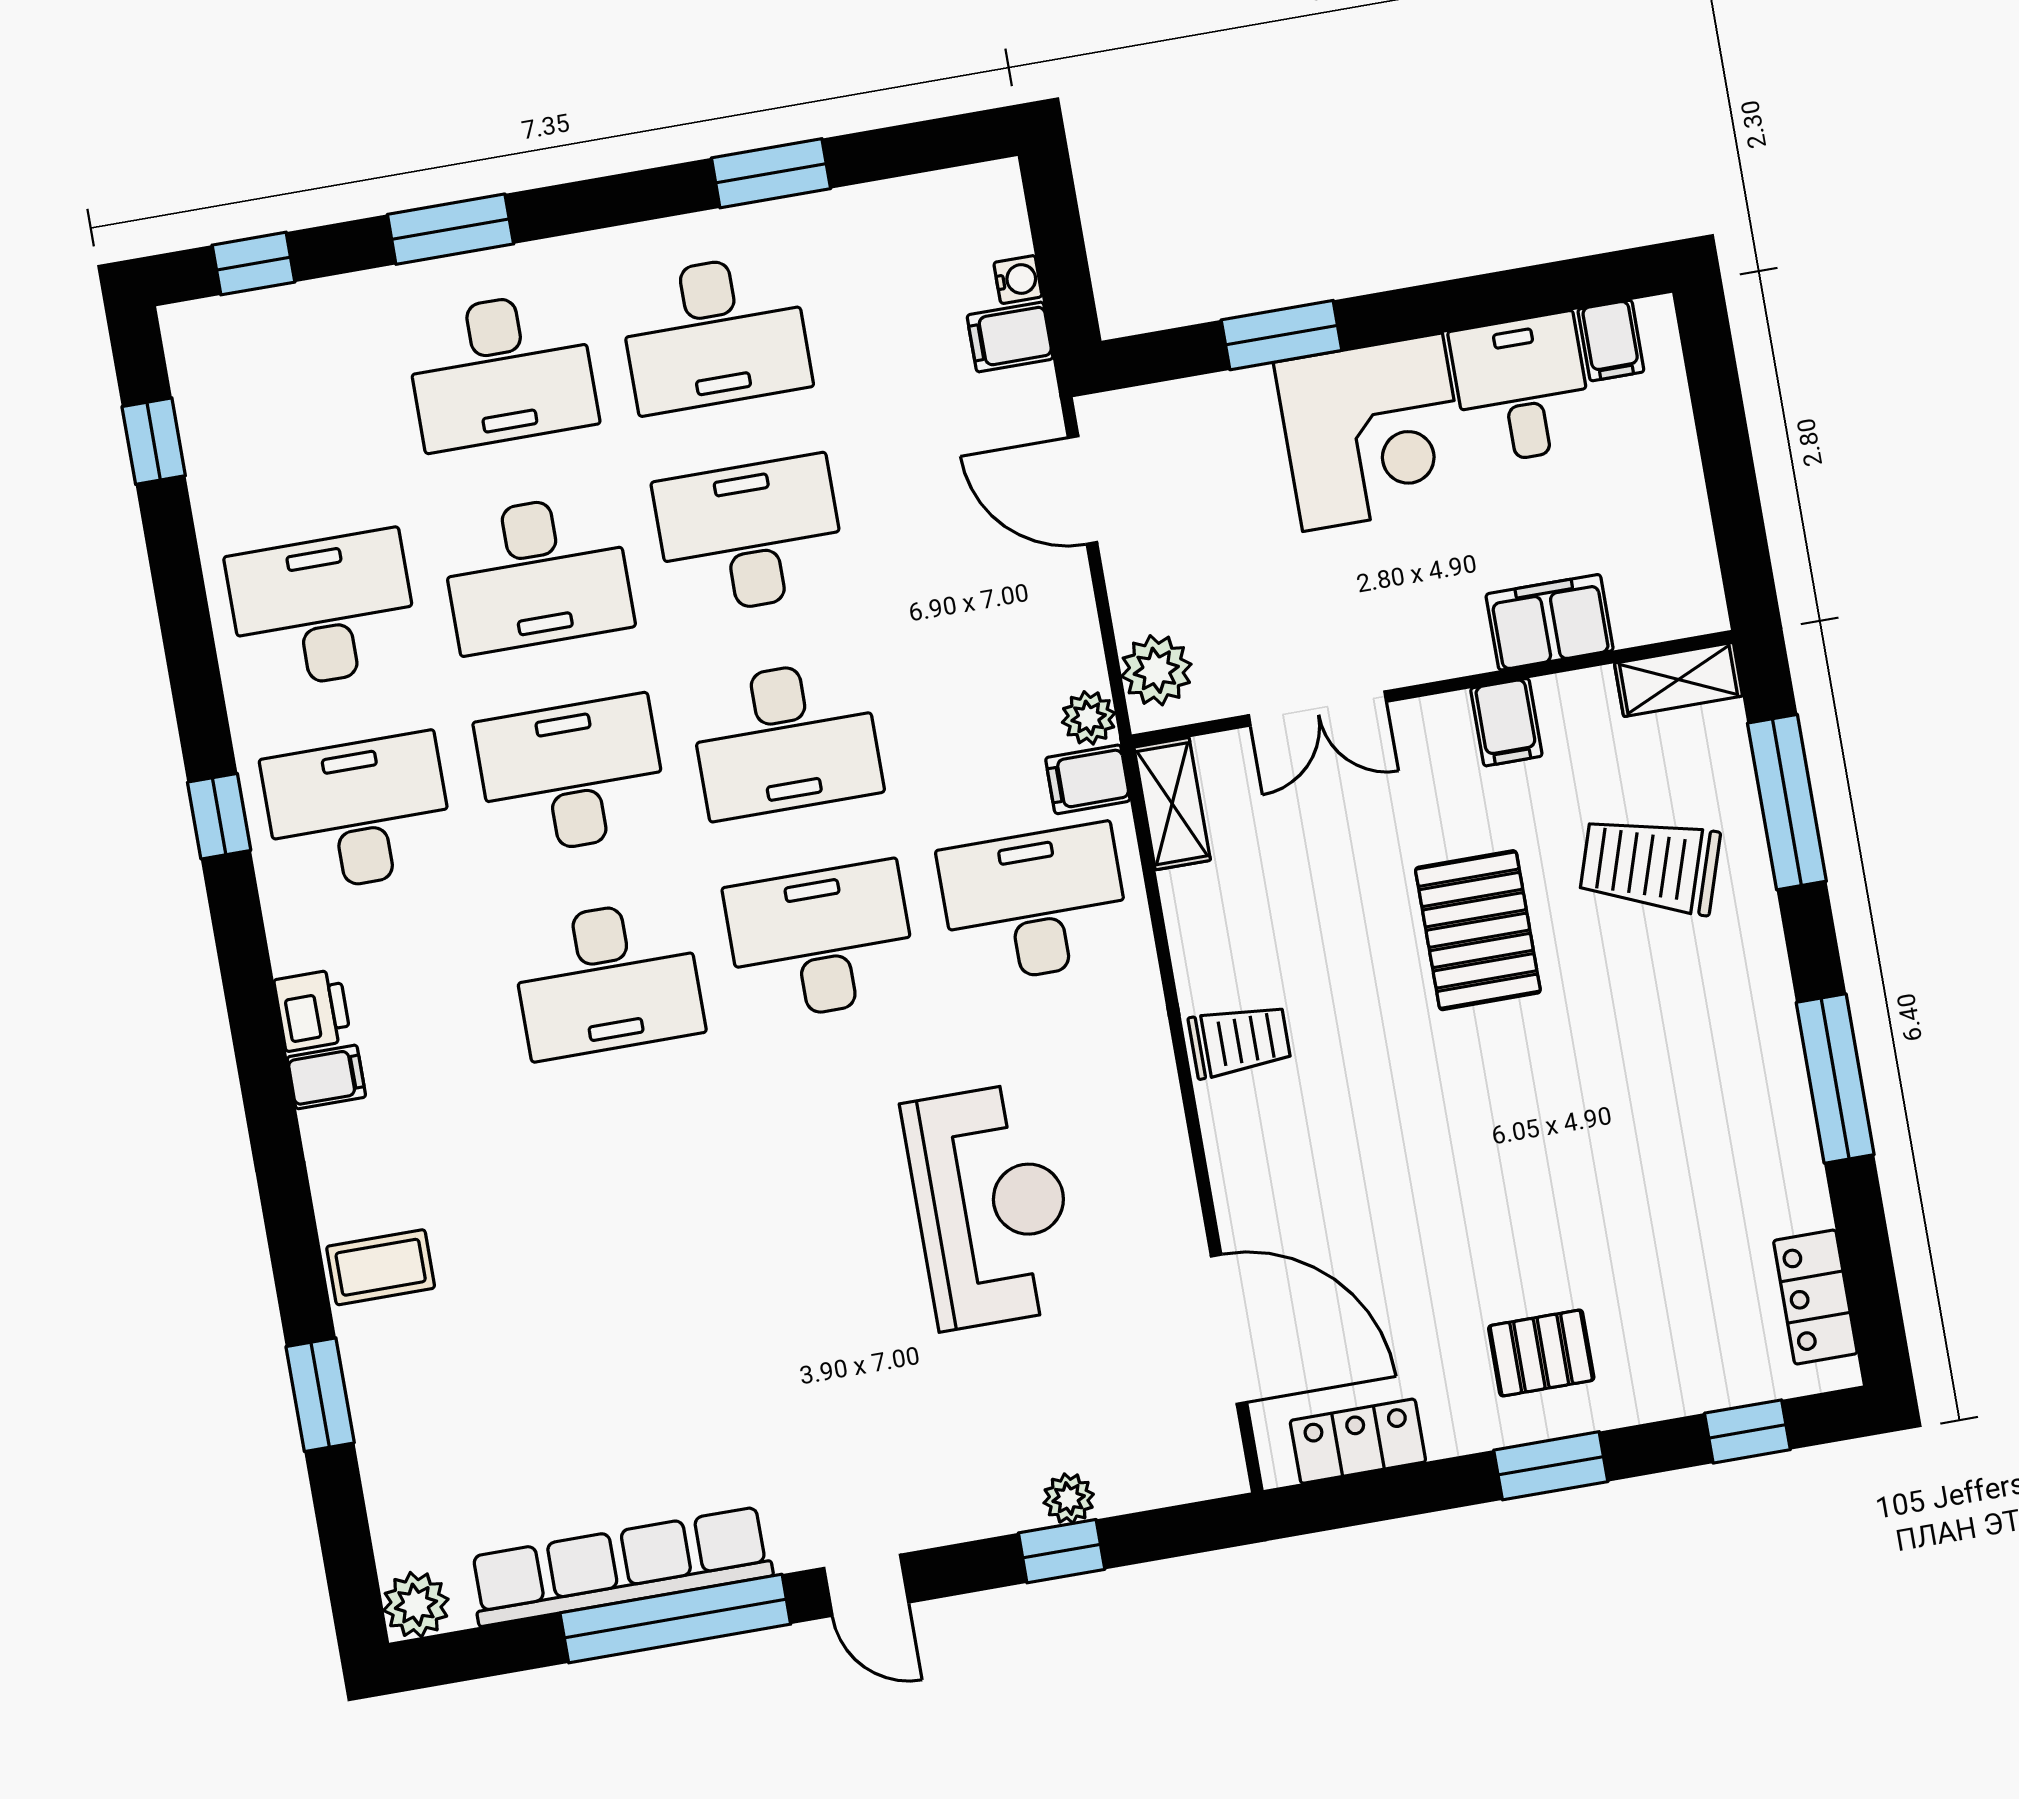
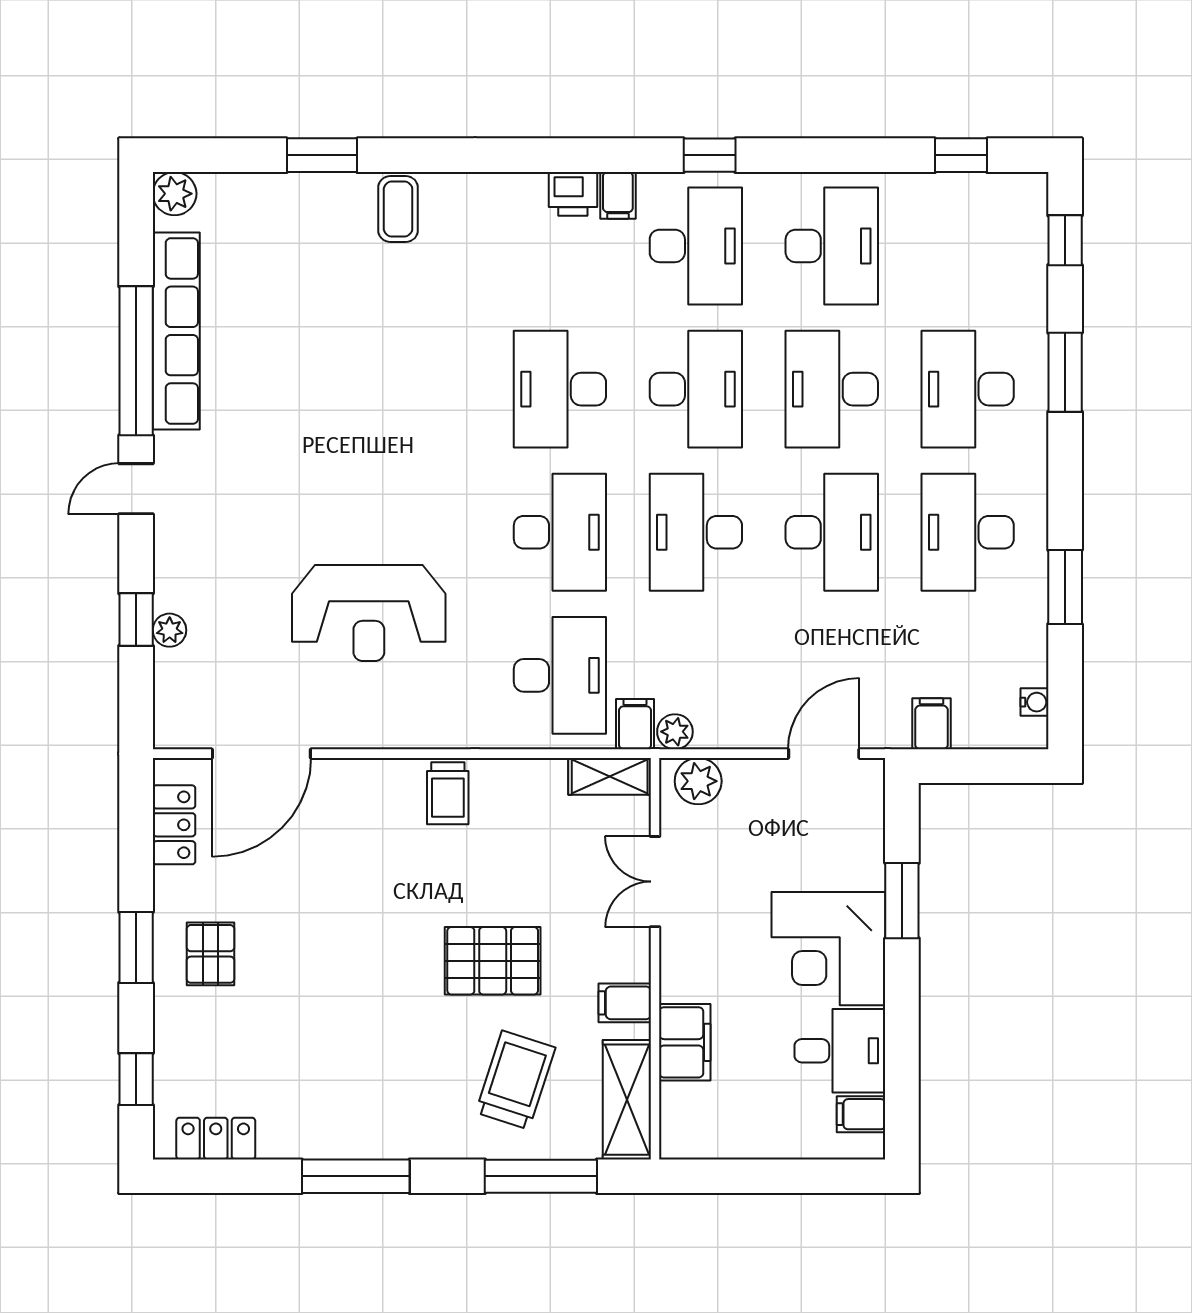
water cooler: (1018, 280) -> (1034, 702), moved, turned -90
shelving: (1678, 680) -> (627, 1100), width x1.50, depth x1.33
filing cabinet: (326, 1077) -> (618, 195), moved

